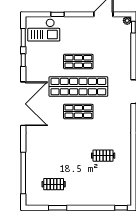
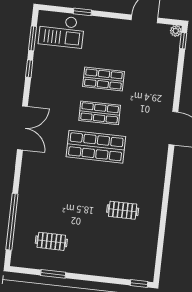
shop shelf: (78, 87) -> (100, 113), width x0.50, depth x0.74
double door: (23, 104) -> (22, 128), width x0.73
shop shelf: (78, 112) -> (96, 147), width x1.43, depth x1.36

